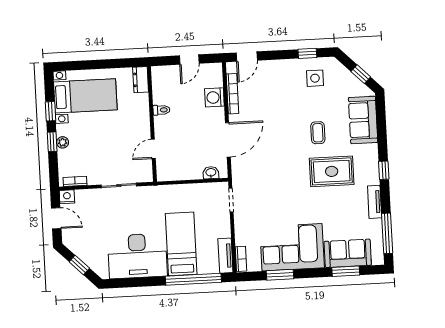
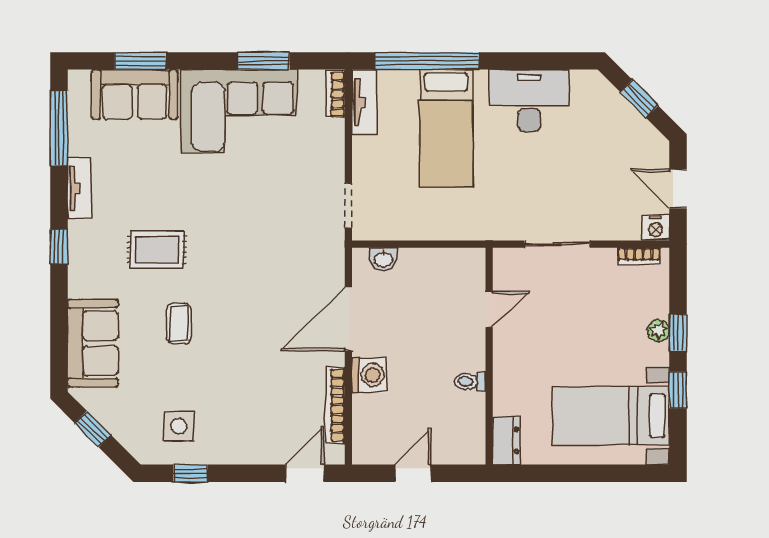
washing machine: (214, 97) -> (369, 375), moved
rug: (332, 171) -> (157, 250), width x0.73, depth x0.70
desk: (137, 256) -> (529, 101), width x0.73, depth x0.77

